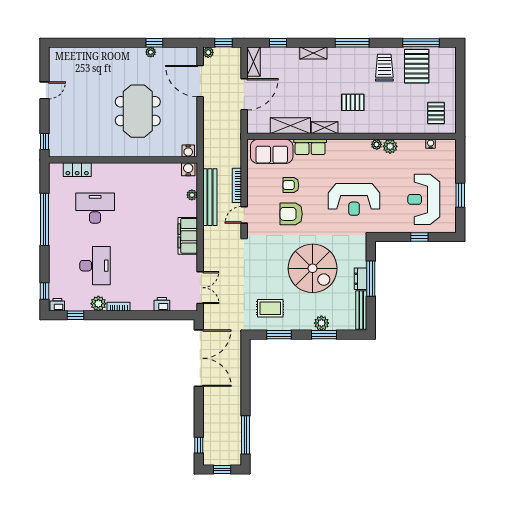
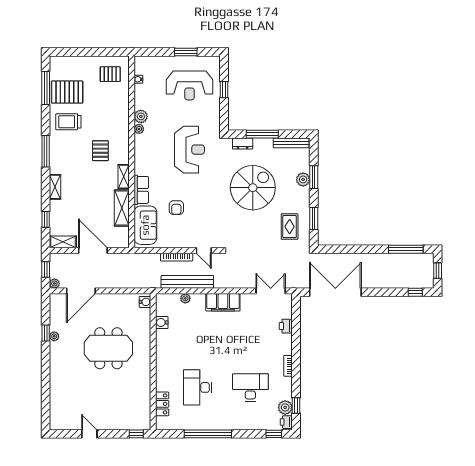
water cooler: (188, 169) -> (162, 323), moved
armchair: (291, 214) -> (203, 207), removed
dresser: (361, 279) -> (243, 144), moved
plant: (98, 304) -> (285, 407), moved

